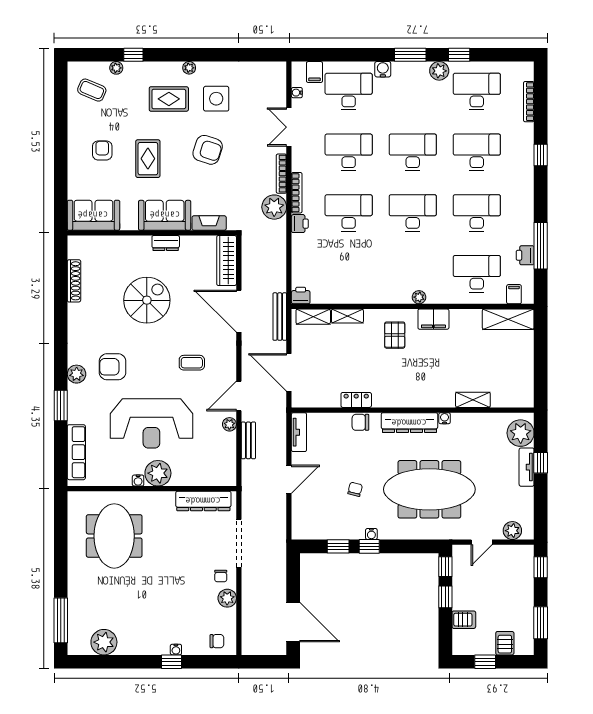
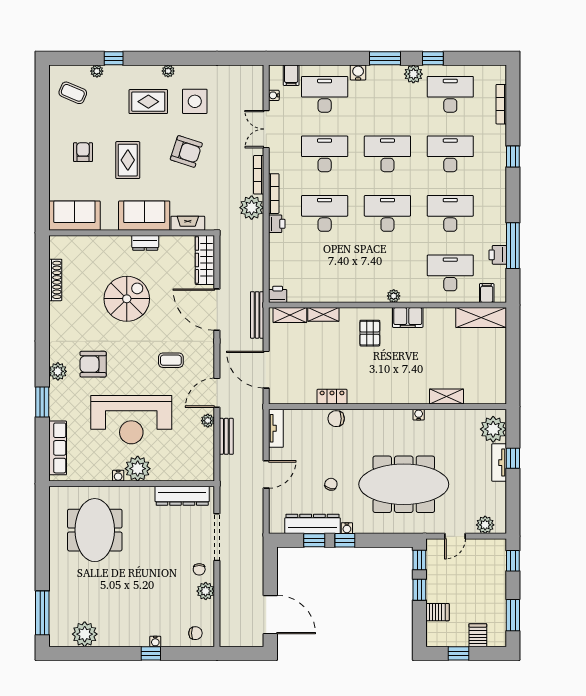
dresser: (409, 423) -> (313, 524), moved, turned 180

